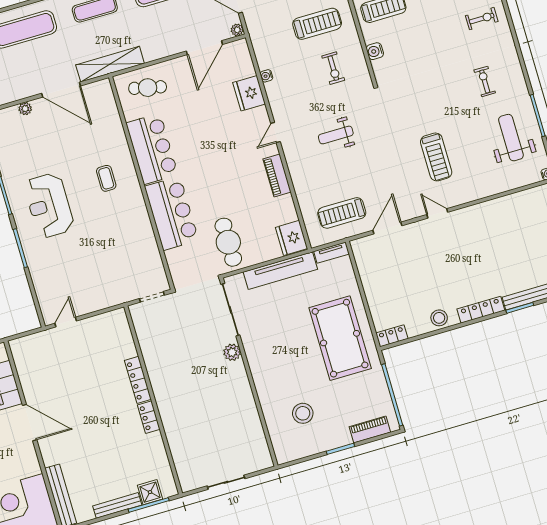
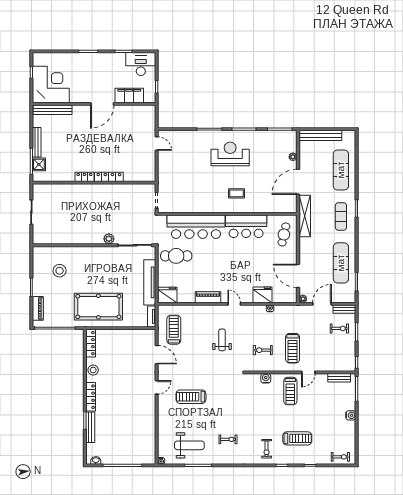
bar counter: (172, 213) -> (196, 227), width x1.36
locker: (392, 336) -> (91, 343), width x1.53

